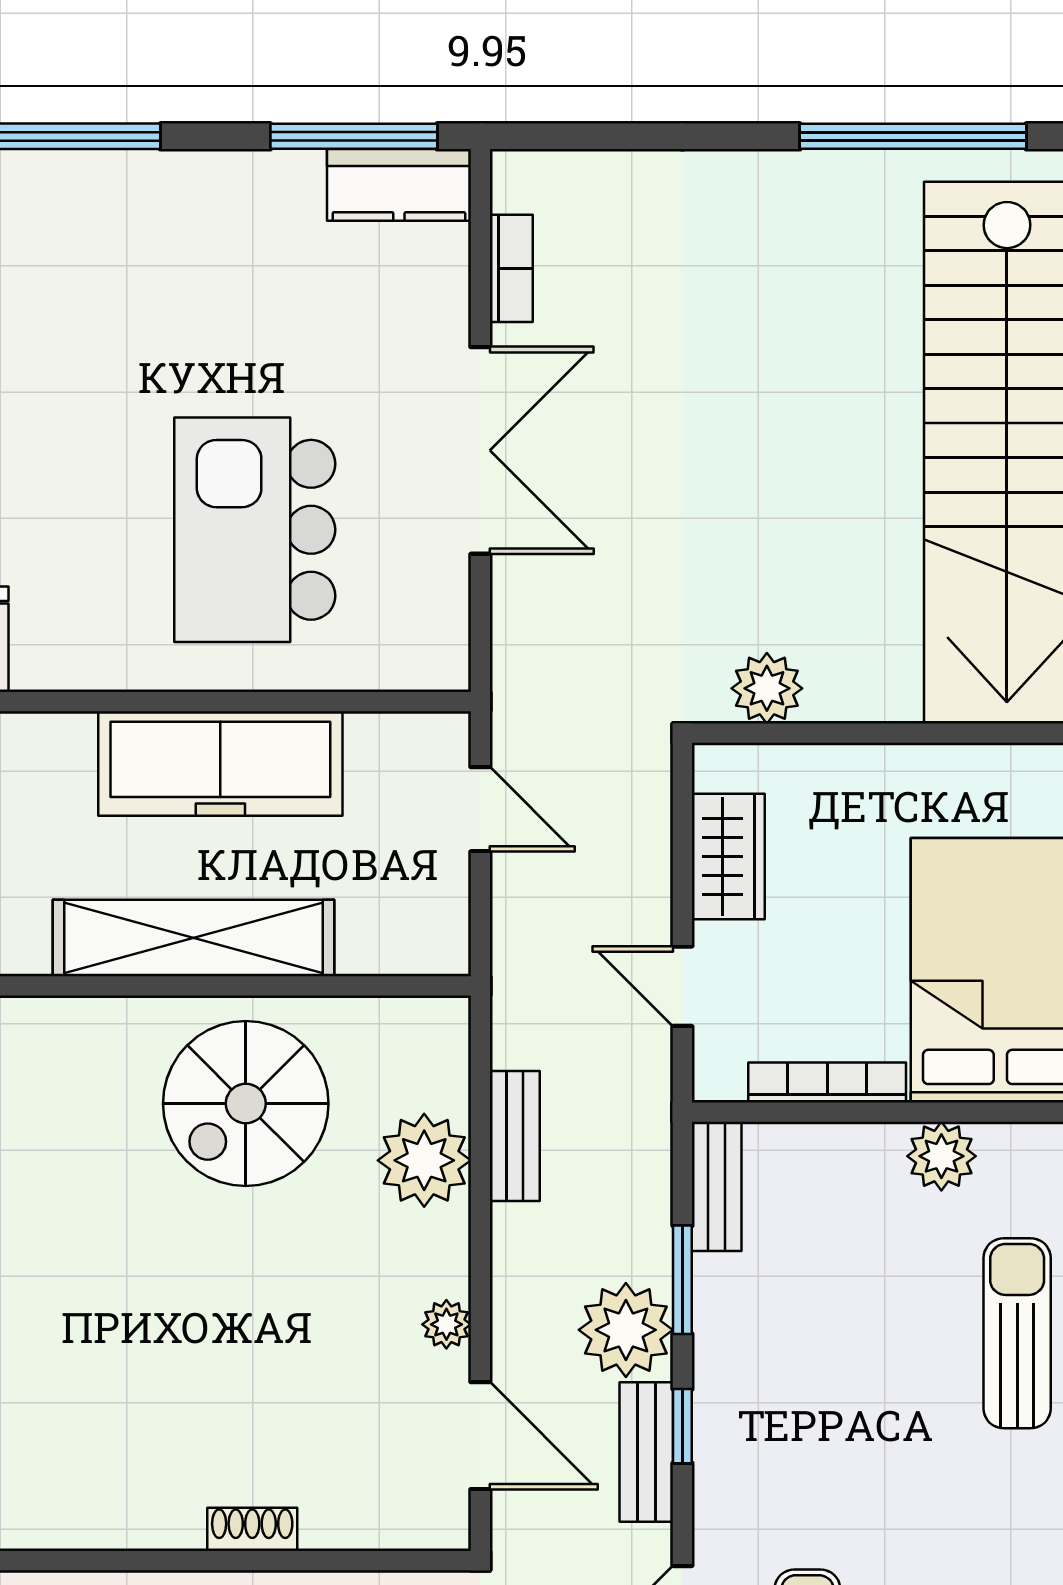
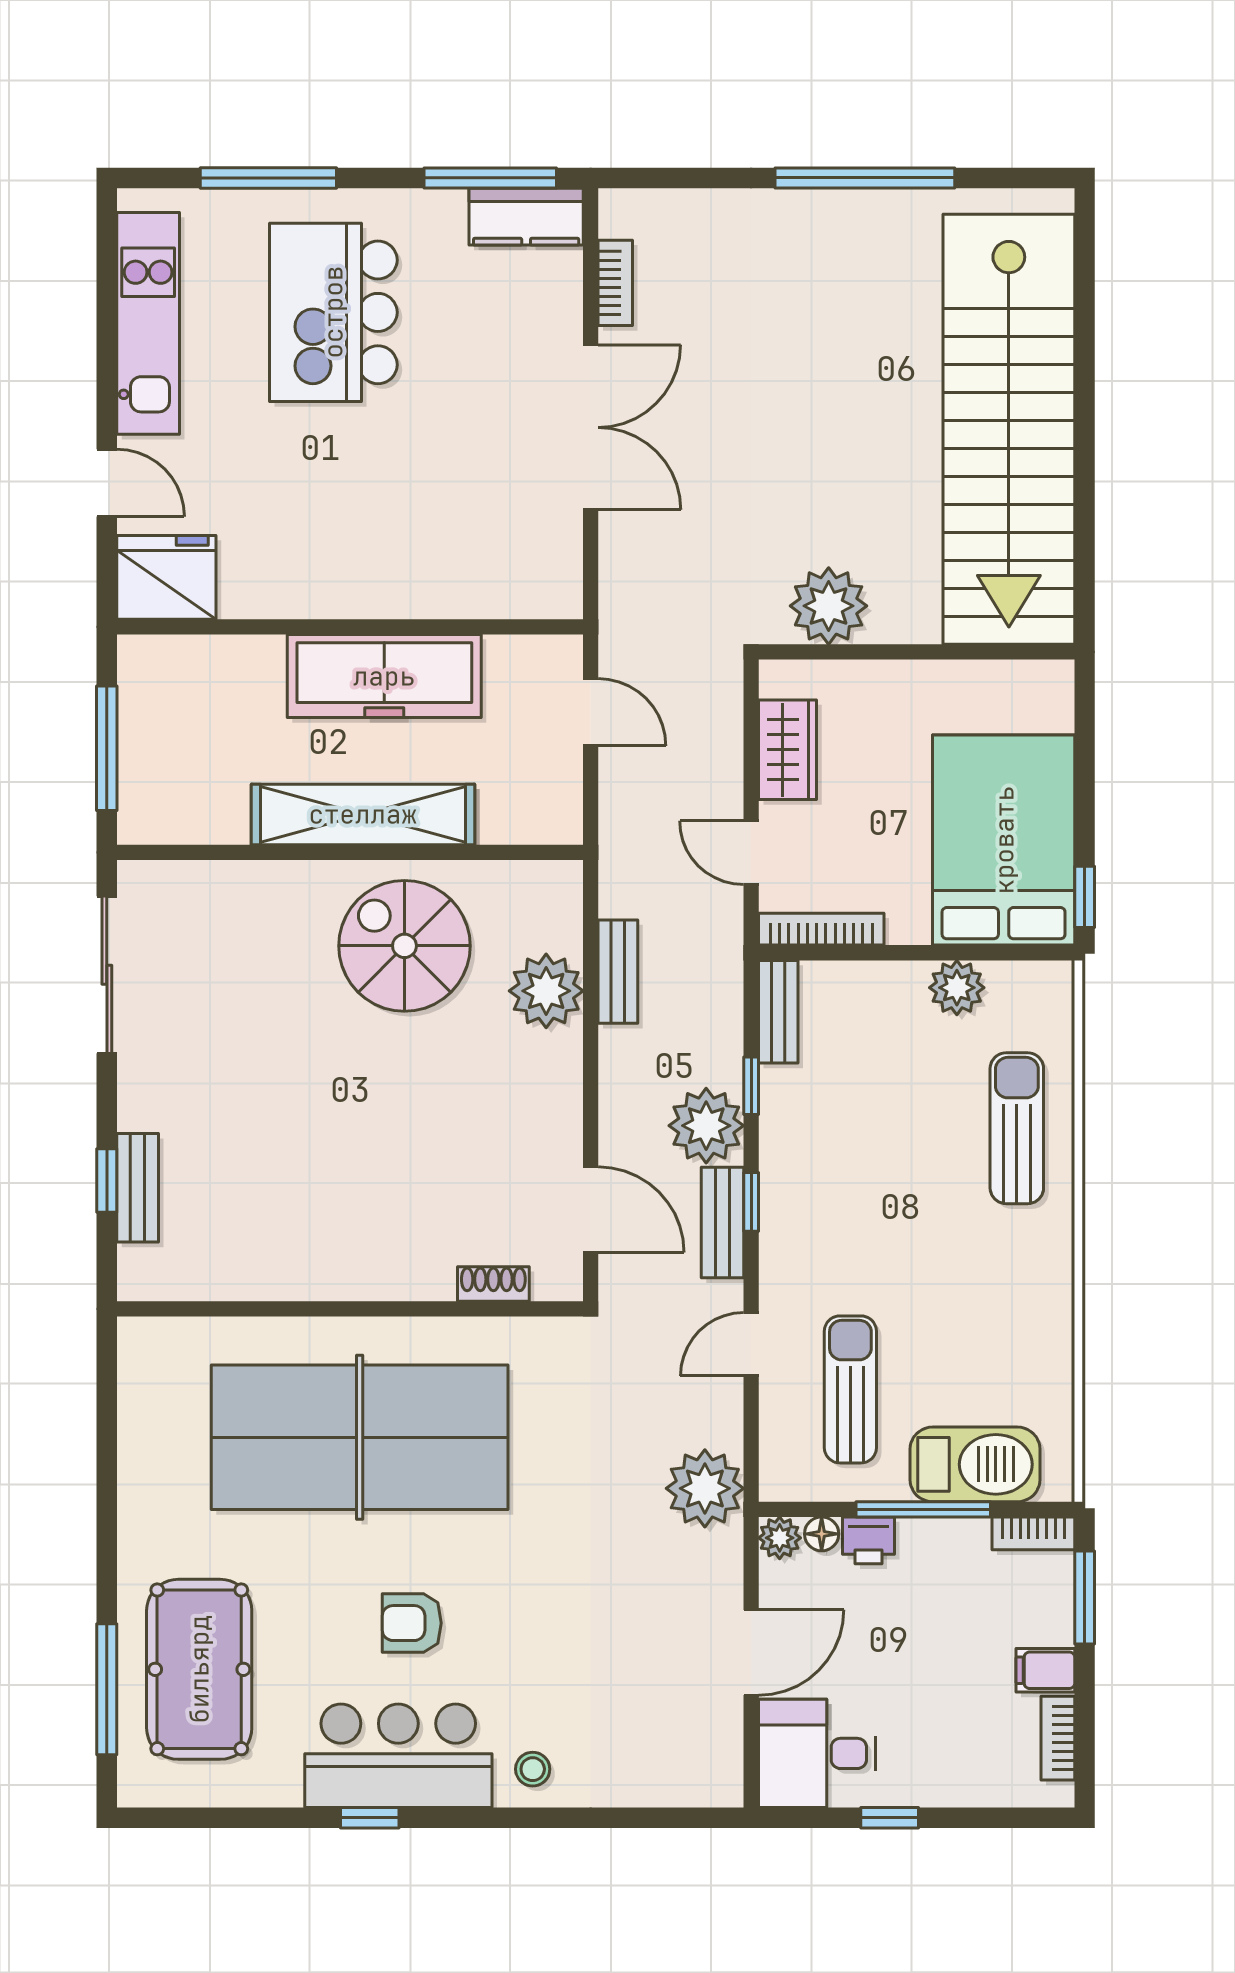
window: (913, 136) -> (865, 178), moved
kitchen island: (255, 530) -> (333, 312), moved
plant: (767, 688) -> (829, 606), width x1.36, depth x1.36
bookcase: (827, 1083) -> (821, 929), moved
spiral stairs: (246, 1104) -> (404, 946), turned 90
window: (682, 1280) -> (751, 1086), width x0.67
plant: (446, 1324) -> (564, 1121), removed
shoe rack: (252, 1529) -> (493, 1284), moved

